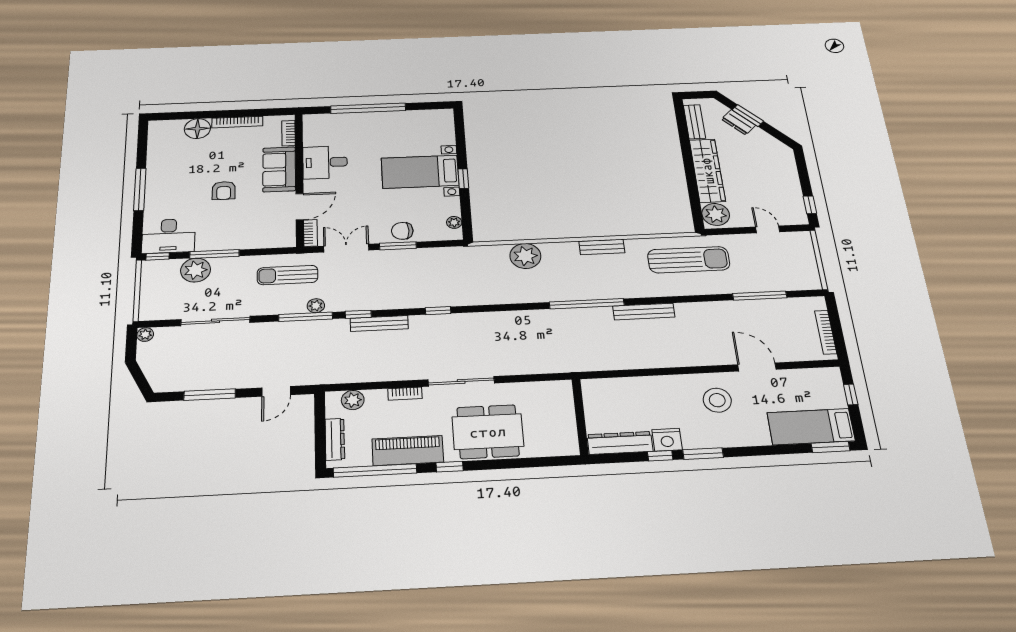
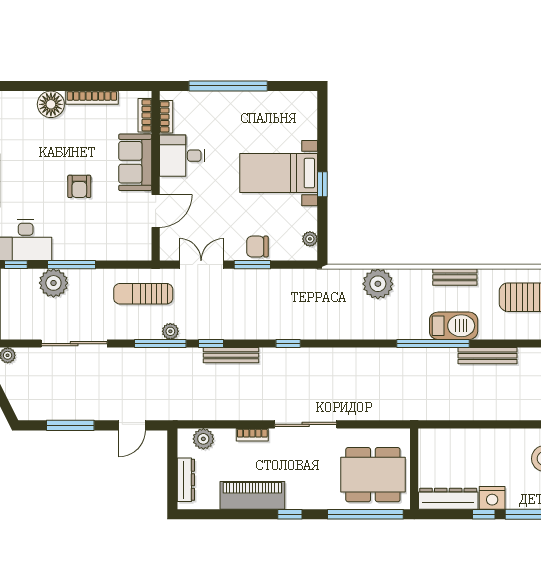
bookcase: (310, 233) -> (166, 117), moved
barbecue: (606, 288) -> (454, 326), added
dining table: (488, 432) -> (373, 475), moved
window: (375, 471) -> (365, 514), moved

